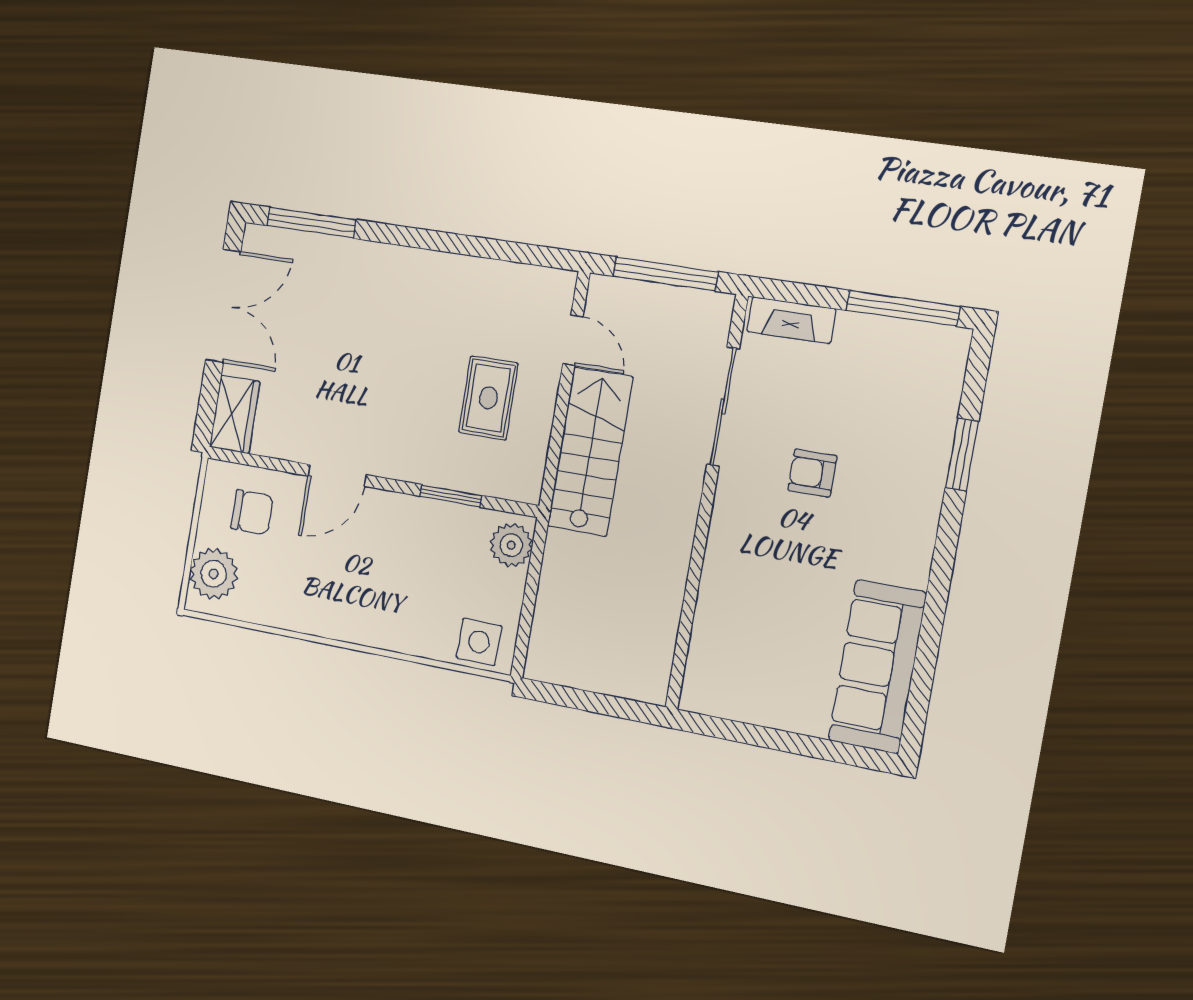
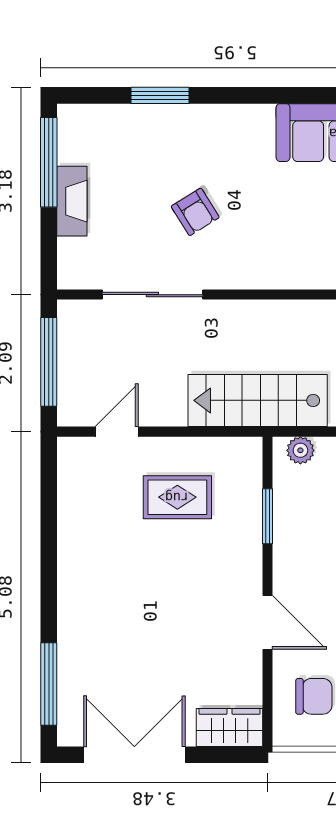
fireplace: (791, 320) -> (72, 201), moved
stairs: (590, 452) -> (258, 400), moved
armchair: (812, 473) -> (195, 212), turned -32
chair: (252, 512) -> (314, 696), turned 90
plant: (511, 545) -> (300, 450), width x0.73, depth x0.73

